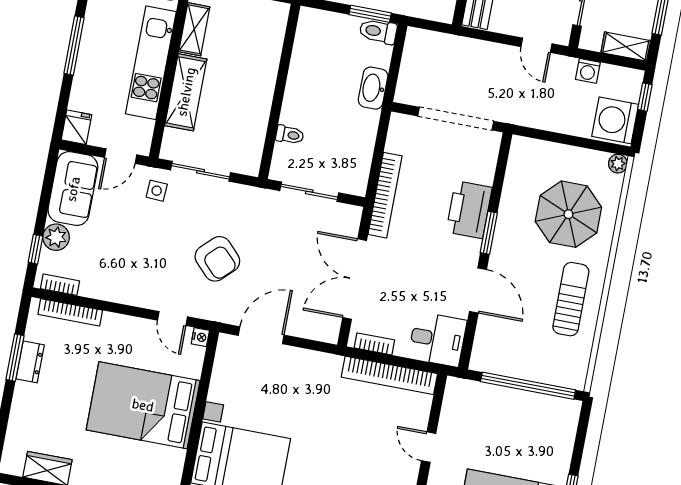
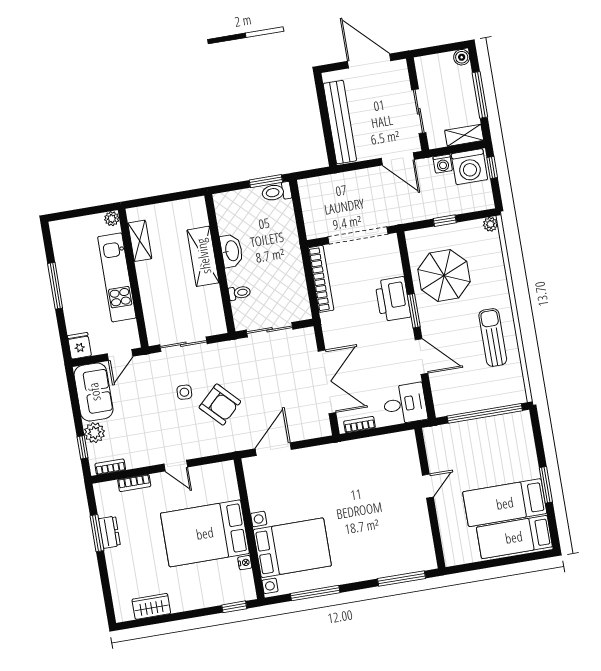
door: (537, 45) -> (398, 159), width x1.38
washbasin: (373, 88) -> (232, 251), moved, turned 180
shelving: (186, 92) -> (203, 256), moved
washing machine: (615, 120) -> (469, 167), moved, turned -90
window: (565, 139) -> (445, 221), added
side table: (157, 191) -> (184, 392), moved
bookcase: (385, 195) -> (321, 279), moved
parasol: (568, 214) -> (444, 276), moved
double door: (355, 279) -> (327, 382), swing flipped
bookcase: (70, 312) -> (134, 483), width x0.64
door: (173, 319) -> (176, 466), moved
nightstand: (200, 337) -> (245, 563), moved
bookcase: (389, 375) -> (379, 444), removed
door: (429, 447) -> (428, 486), swing flipped

